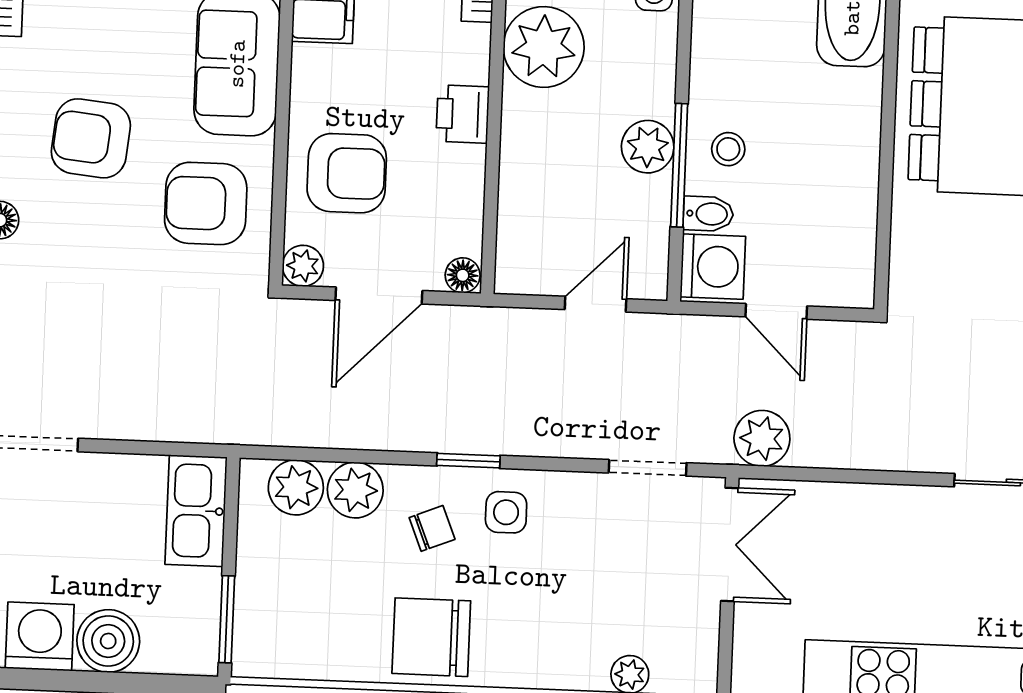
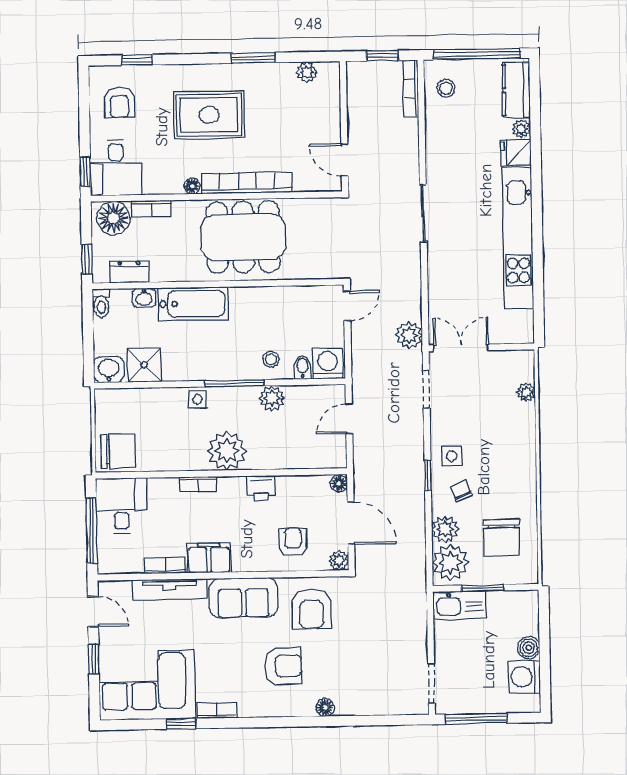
armchair: (91, 138) -> (283, 666), turned -96
window: (679, 165) -> (234, 383), moved
armchair: (347, 173) -> (293, 542), width x0.72, depth x0.72
door: (595, 304) -> (349, 419), hinge flipped
door: (776, 311) -> (347, 306), moved
plant: (296, 487) -> (450, 563), width x1.36, depth x1.36
window: (227, 619) -> (483, 588), moved
chair: (431, 637) -> (502, 538), moved
boiler: (108, 641) -> (529, 648), width x0.73, depth x0.73

